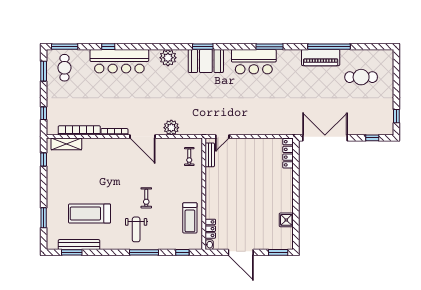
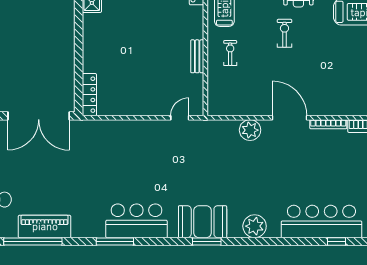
bench: (210, 155) -> (197, 56), moved
exercise bike: (189, 157) -> (230, 53), moved

